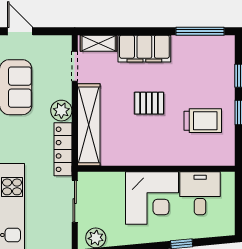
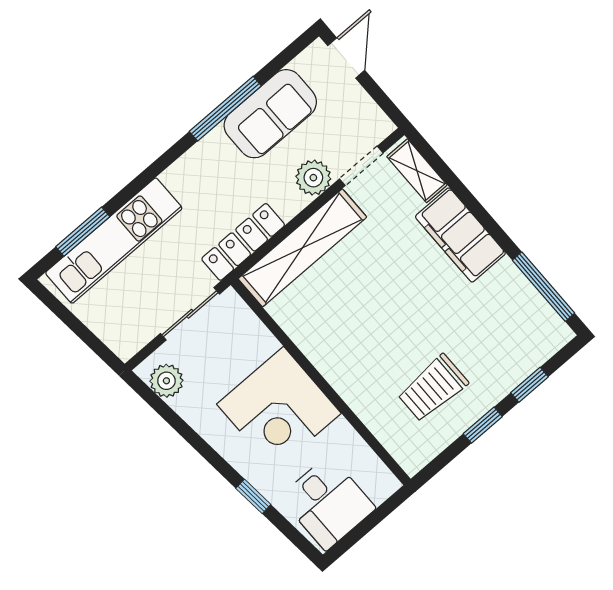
pallet: (149, 103) -> (396, 301), removed
plant: (61, 111) -> (313, 178), moved
trolley: (203, 121) -> (433, 388), turned 90
desk: (200, 193) -> (328, 503), moved, turned 90

